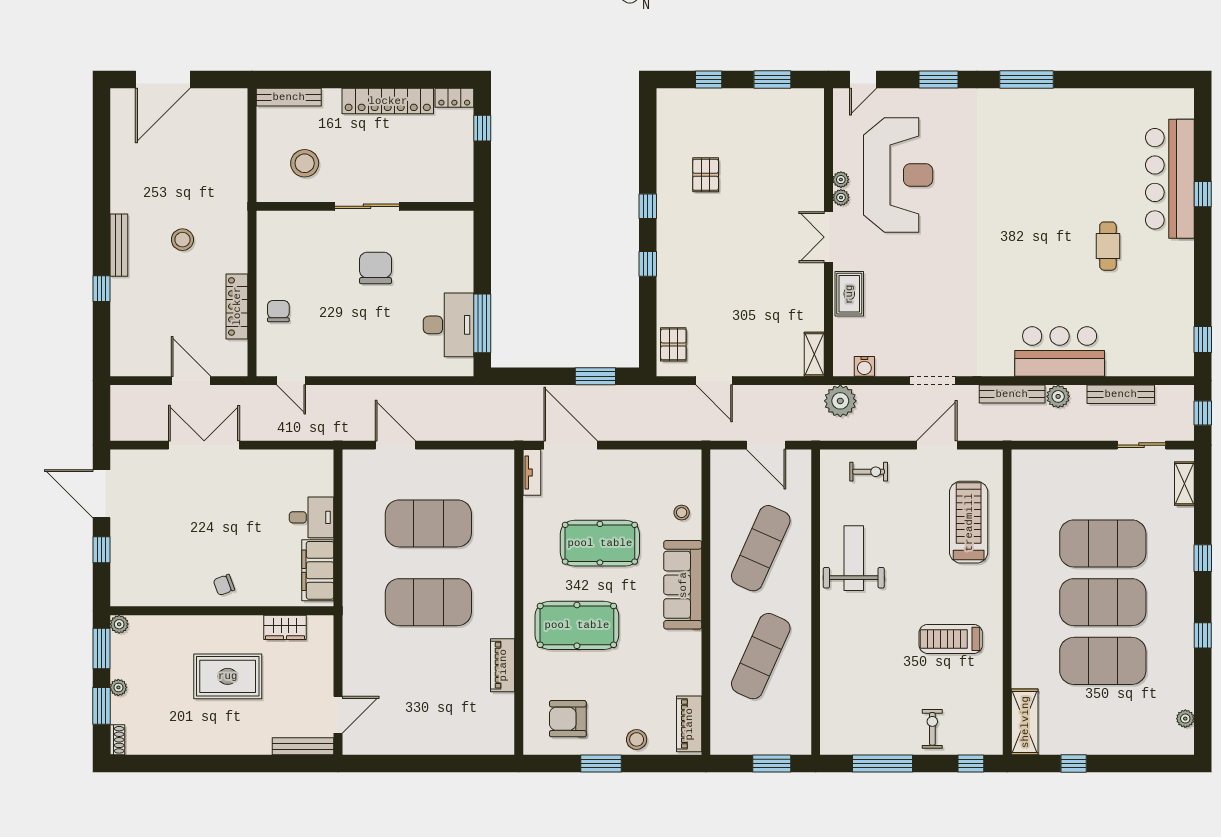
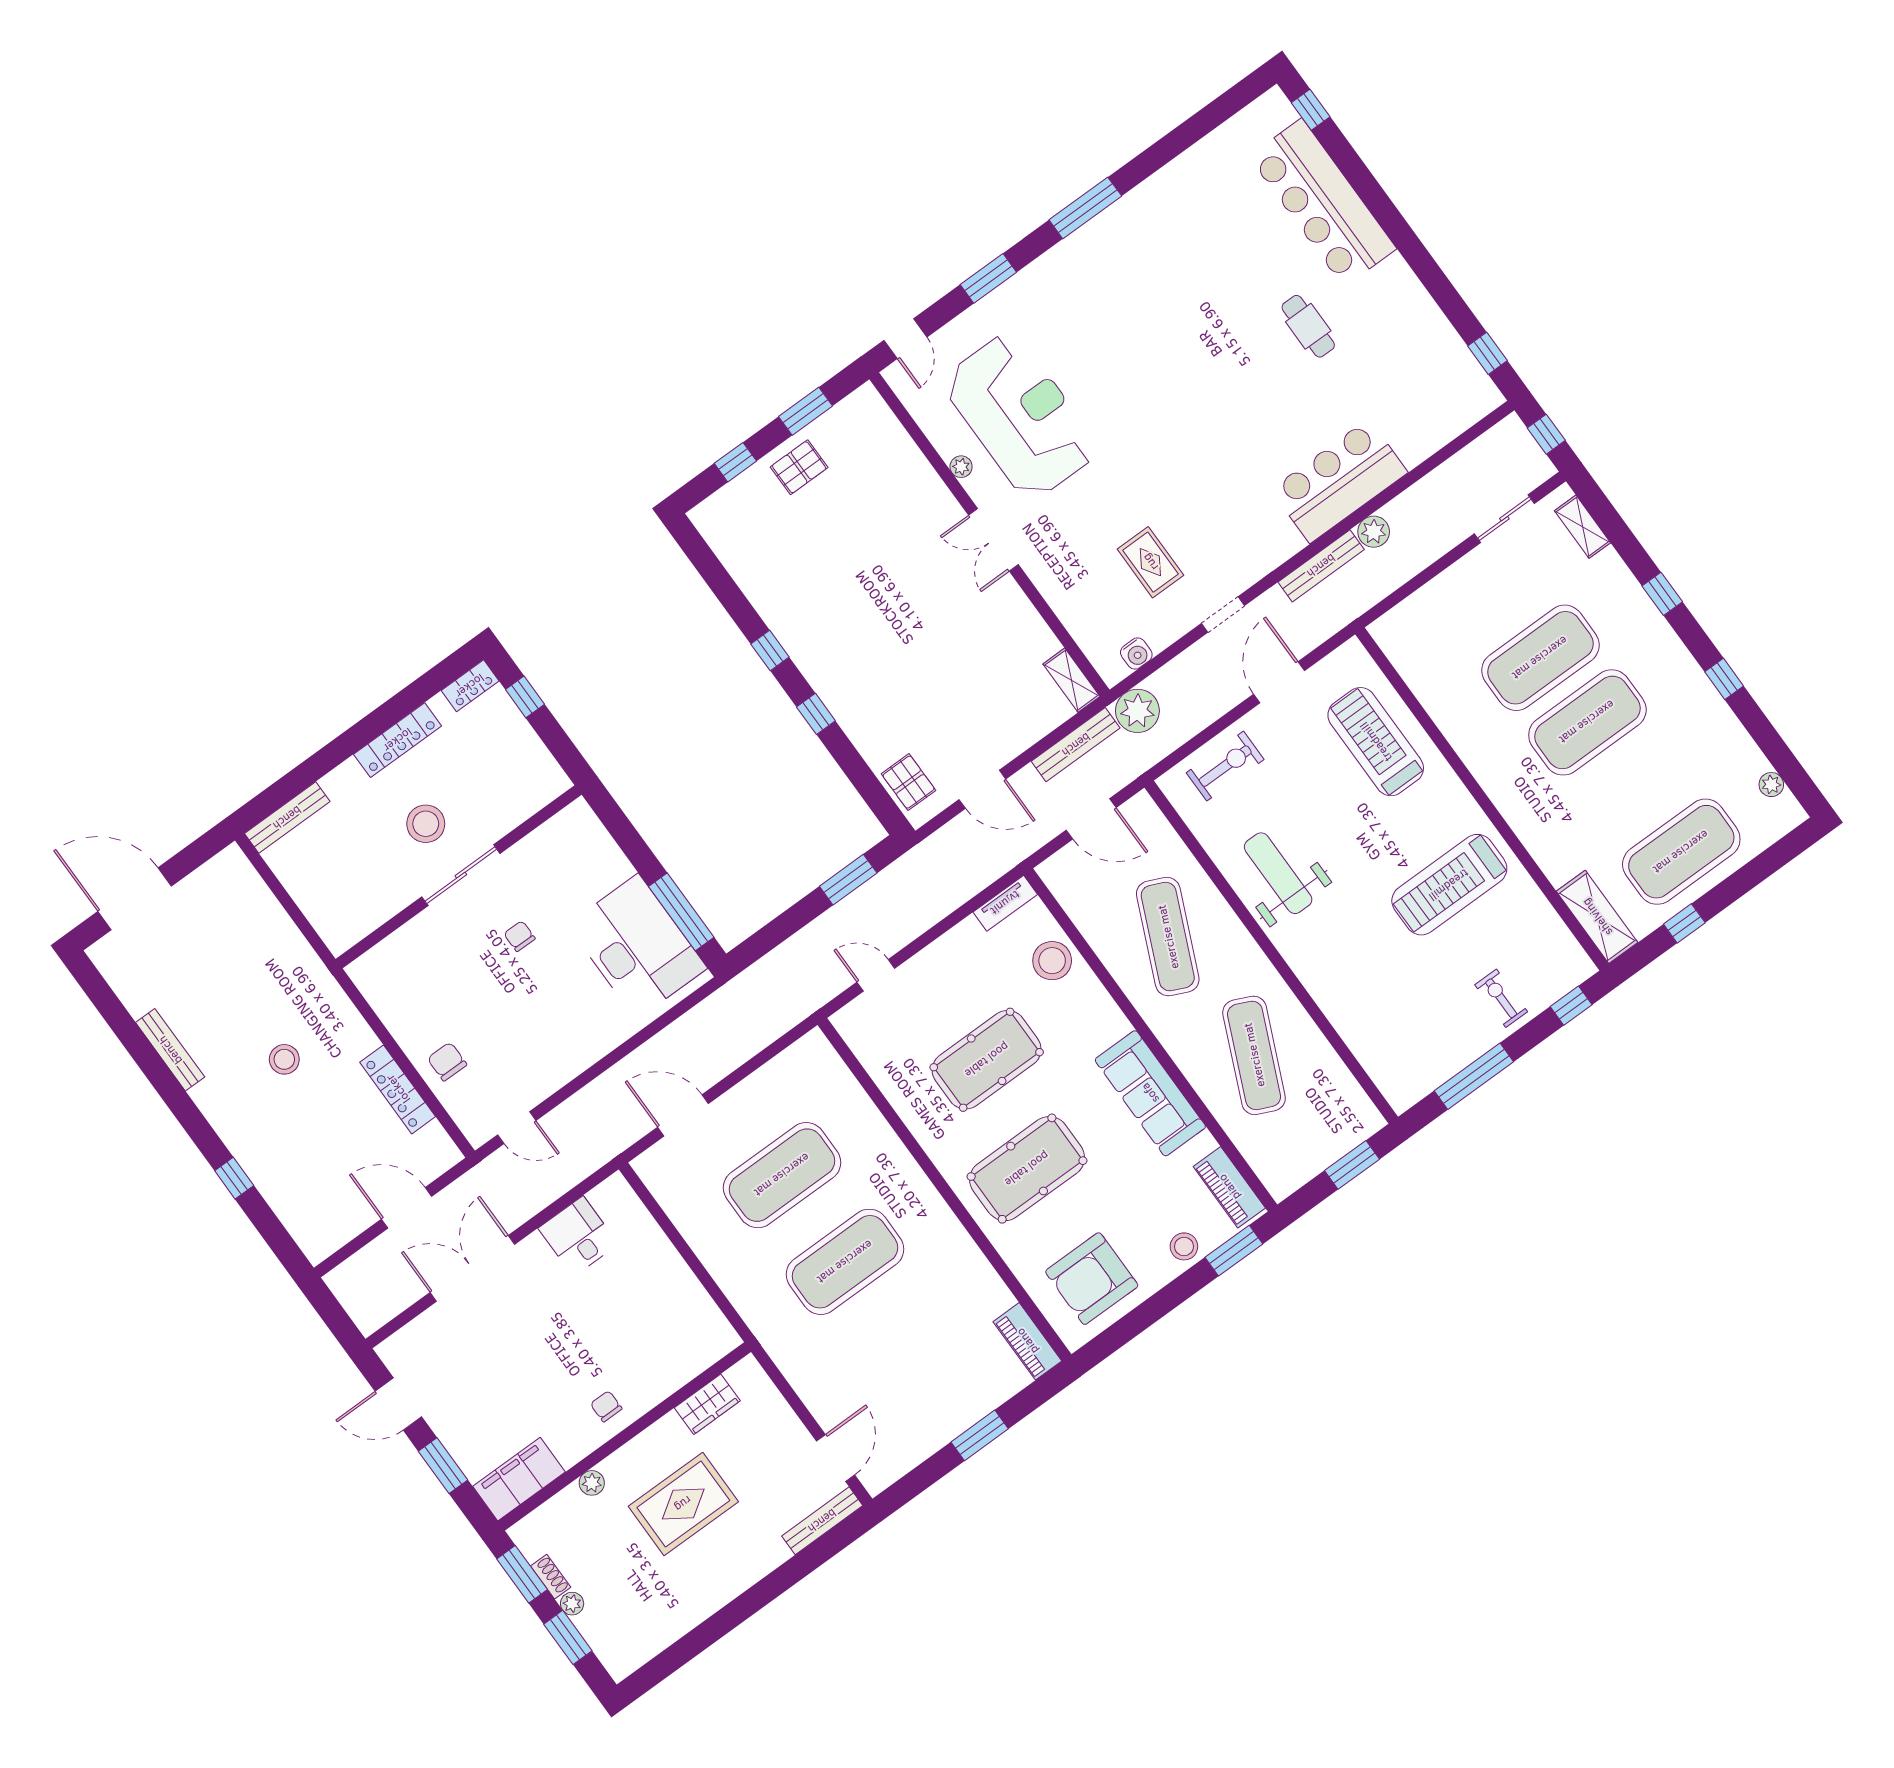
door: (163, 79) -> (135, 899), swing flipped
locker: (388, 101) -> (398, 740), width x0.71, depth x0.83
stool: (305, 163) -> (426, 824), moved
pallet: (706, 175) -> (799, 467), moved, turned 90
window: (1203, 194) -> (1311, 110), moved
plant: (841, 197) -> (976, 486), removed
bench: (119, 245) -> (170, 1050), moved
chair: (376, 268) -> (519, 936), width x0.54, depth x0.54
rug: (849, 294) -> (1150, 562), moved
desk: (448, 325) -> (637, 947), width x1.36, depth x1.30
doorway: (933, 381) -> (1223, 615), width x0.73
bench: (1121, 394) -> (1076, 745), moved
door: (571, 445) -> (876, 975), width x0.53
tv unit: (532, 472) -> (1005, 903), moved, turned 90
exercise bike: (869, 472) -> (1225, 766), width x1.38, depth x1.39
door: (101, 494) -> (398, 1404), width x0.73
stool: (682, 513) -> (1052, 961), width x1.89, depth x1.89
desk: (312, 517) -> (578, 1236), moved, turned -90
window: (101, 550) -> (443, 1466), width x1.50
filing cabinet: (318, 570) -> (519, 1479), moved, turned 90
chair: (224, 585) -> (606, 1406), turned 110
sofa: (683, 585) -> (1150, 1093), moved
plant: (119, 624) -> (592, 1483), moved
treadmill: (951, 639) -> (1449, 885), width x1.37, depth x1.38
exercise mat: (1103, 661) -> (1681, 852), moved
piano: (503, 665) -> (1027, 1341), moved
armchair: (568, 719) -> (1092, 1279), width x1.36, depth x1.36
shoe rack: (117, 740) -> (551, 1577), moved
window: (433, 764) -> (980, 1435), added
window: (601, 764) -> (1234, 1251), moved

